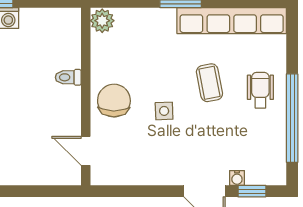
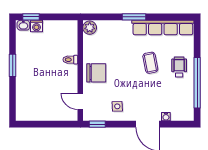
chair: (114, 101) -> (96, 73), turned 89
side table: (164, 111) -> (117, 106), moved
window: (252, 191) -> (97, 124), moved

